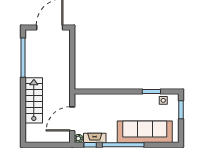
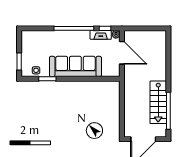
stairs: (34, 100) -> (158, 102), moved
door: (72, 119) -> (122, 53), hinge flipped
sofa: (145, 132) -> (75, 66), moved, turned 180

